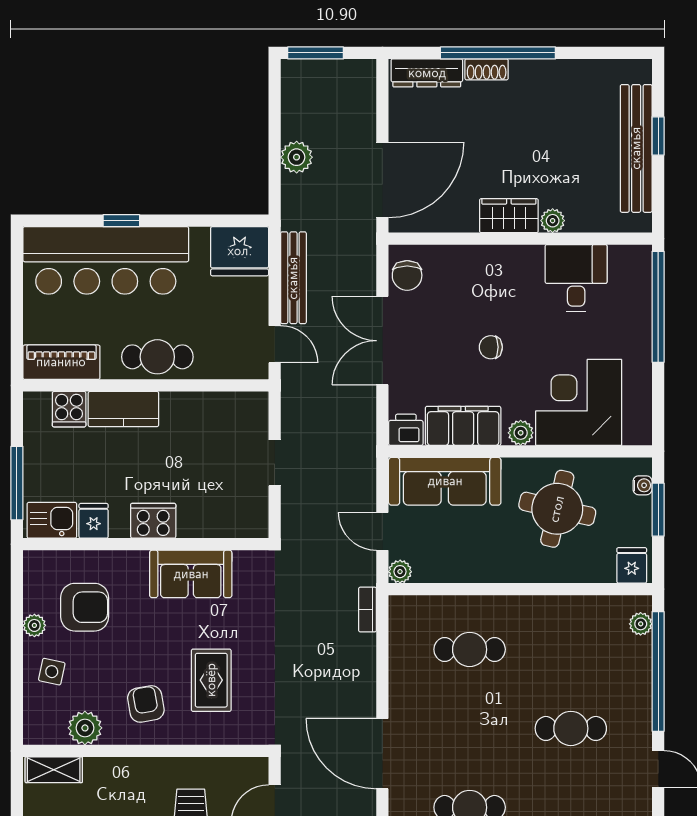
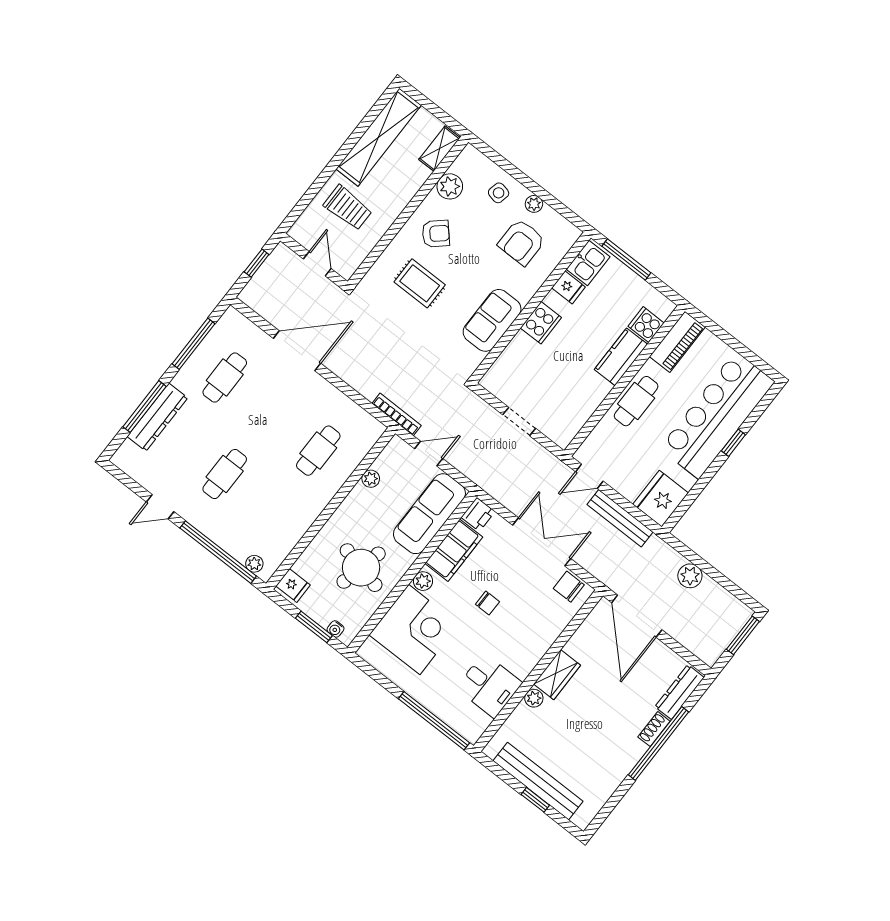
chair: (491, 347) -> (487, 603), turned 90
plant: (400, 572) -> (371, 479), moved
bookcase: (367, 610) -> (397, 414), width x1.56
armchair: (146, 704) -> (436, 234), turned -32

